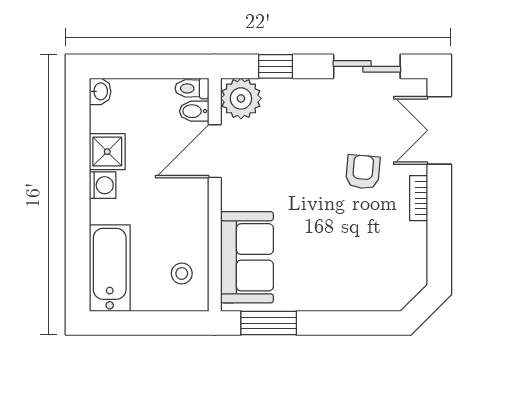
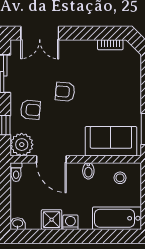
bidet: (194, 111) -> (88, 171), moved
armchair: (303, 114) -> (30, 110), added
armchair: (363, 172) -> (65, 92), moved
bookcase: (419, 198) -> (110, 45), moved

